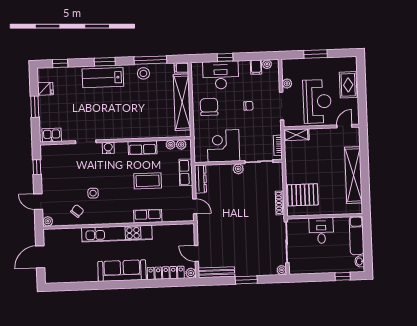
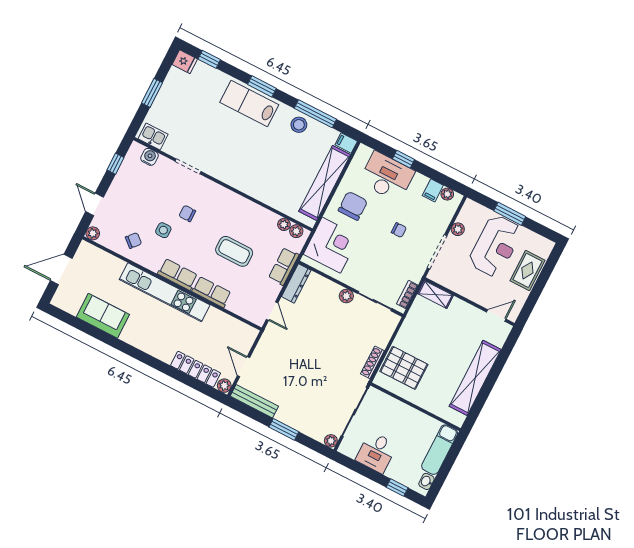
fridge: (45, 89) -> (185, 62), moved
reception desk: (317, 101) -> (495, 246), moved
corner desk: (223, 146) -> (331, 245), moved, turned 90
water cooler: (108, 148) -> (149, 157), moved
row of seats: (142, 148) -> (178, 274), moved, turned 180
chair: (103, 173) -> (187, 213), added
desk: (321, 230) -> (376, 452), moved, turned 180
sofa: (122, 271) -> (103, 316), moved, width x0.73

